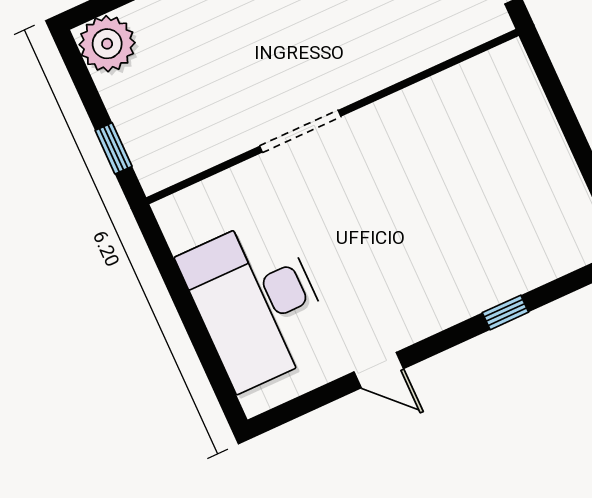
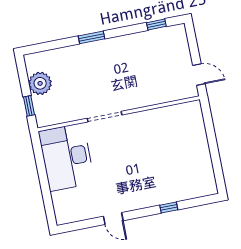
plant: (107, 44) -> (40, 83), moved
desk: (257, 303) -> (67, 157), moved

